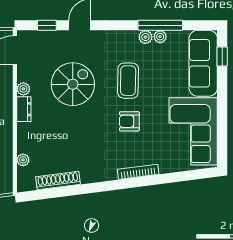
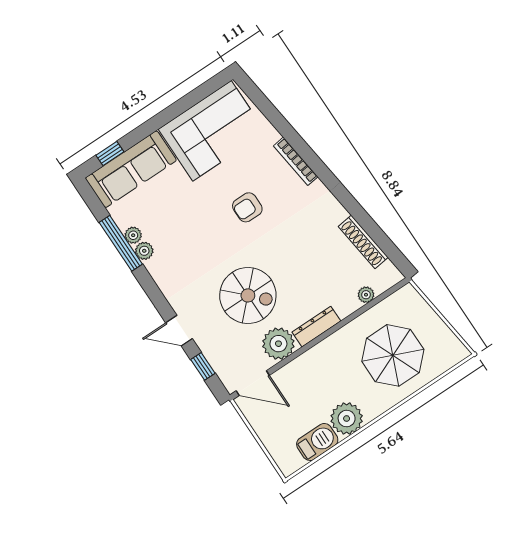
coffee table: (128, 81) -> (204, 238), removed
spiral stairs: (73, 84) -> (248, 295), turned 180
plant: (23, 89) -> (278, 344), width x1.88, depth x1.88
dresser: (24, 109) -> (316, 327), width x1.44
armchair: (129, 121) -> (247, 207), turned 90

